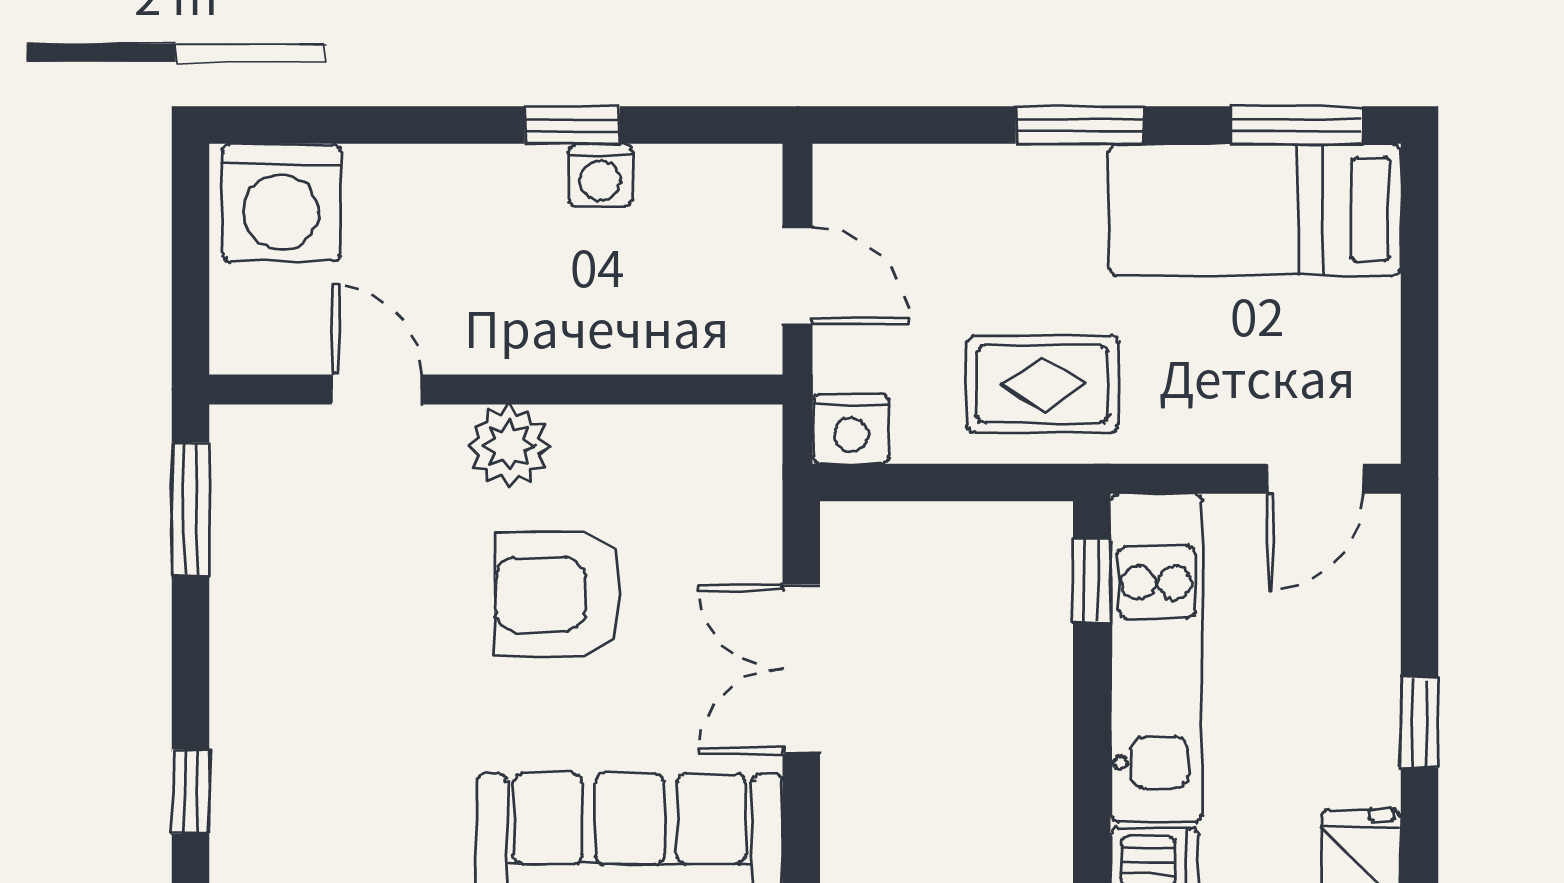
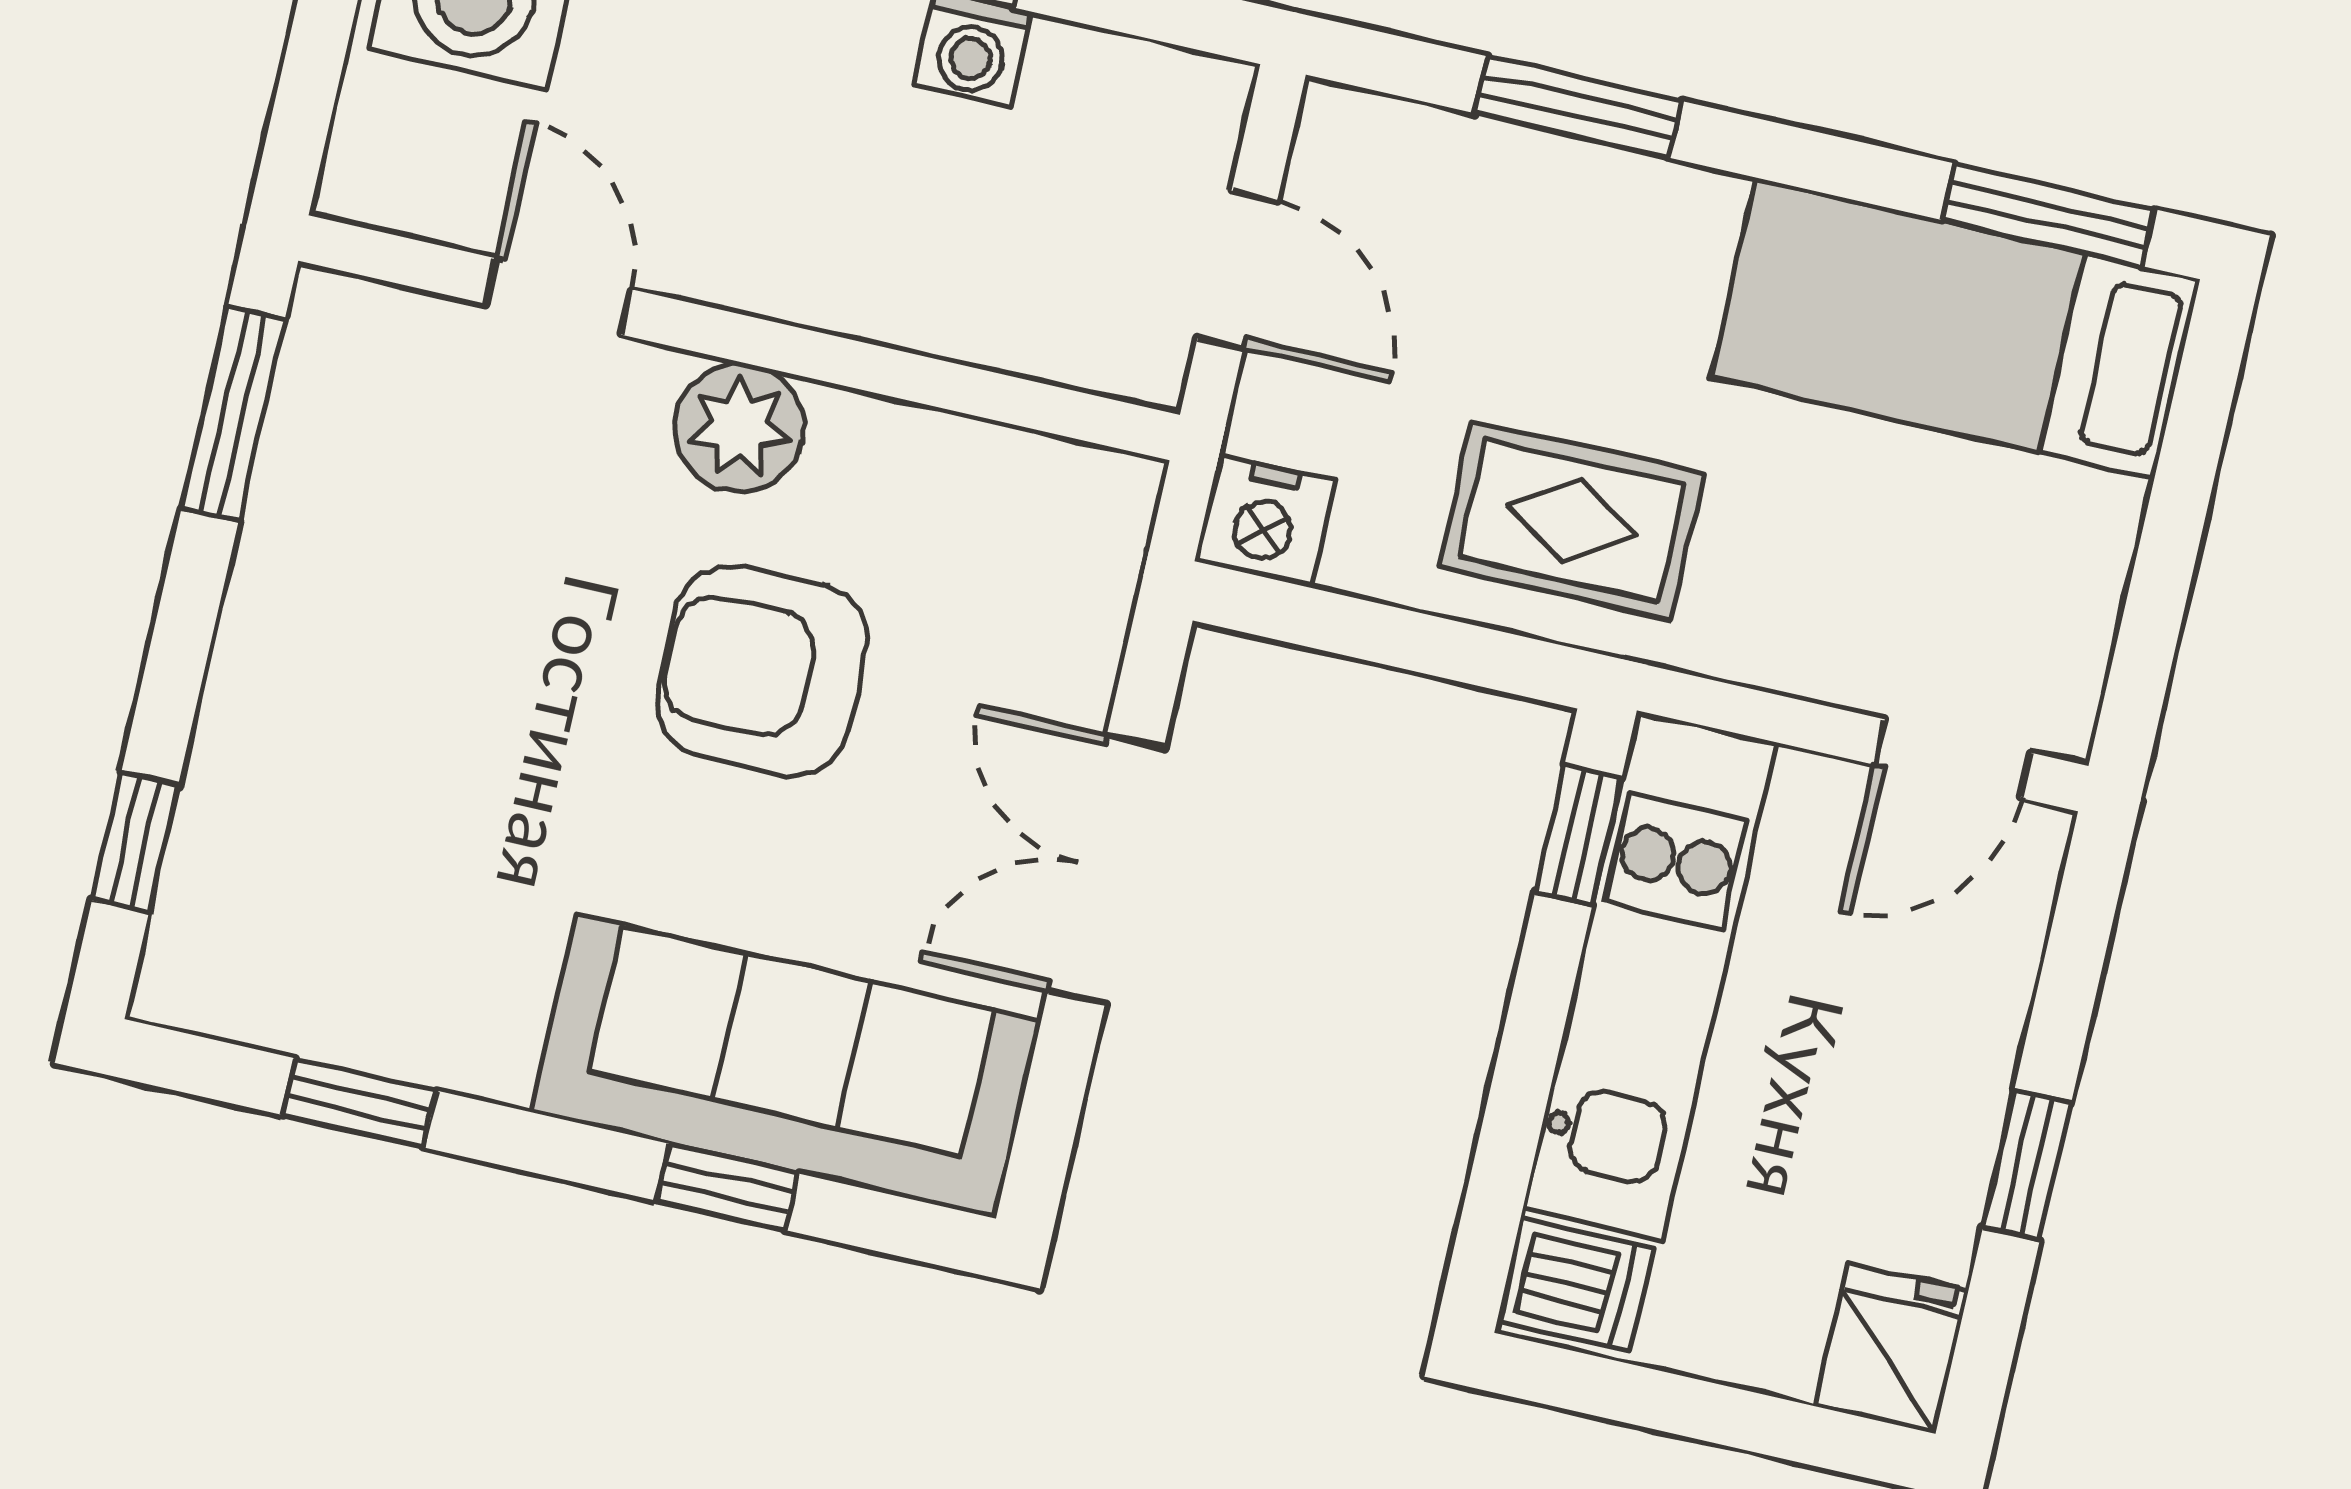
window: (1079, 125) -> (1578, 107), moved

